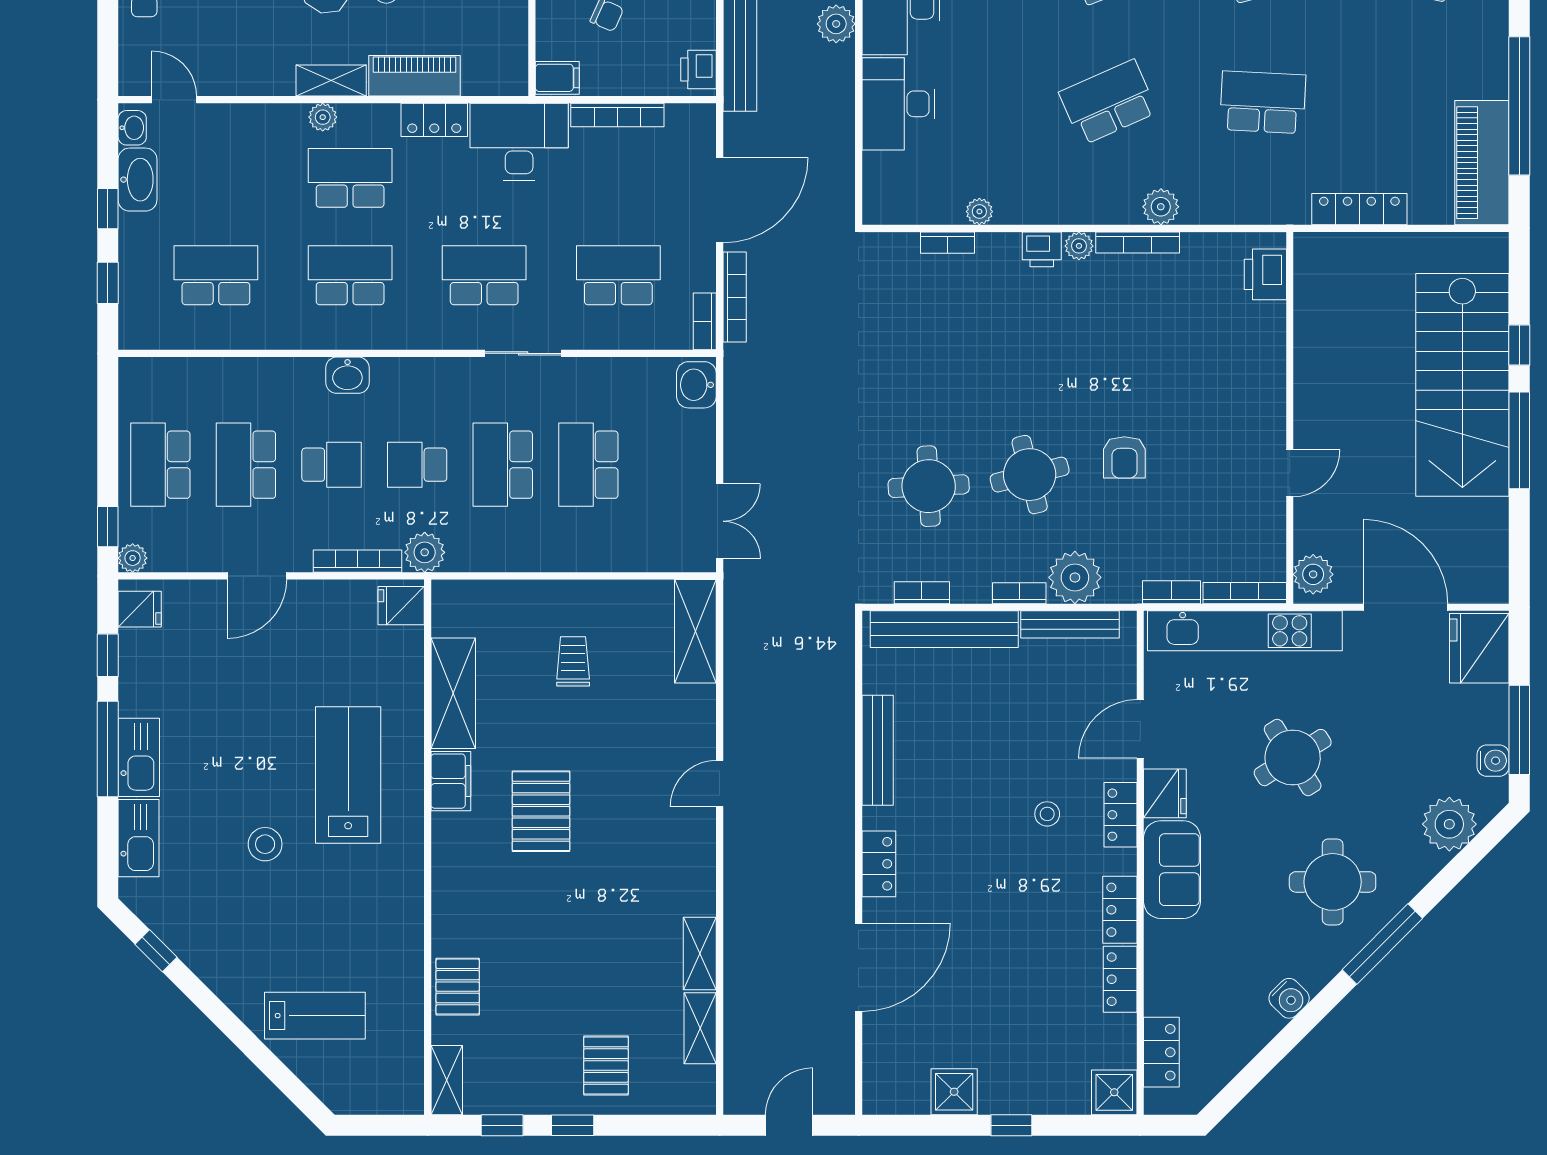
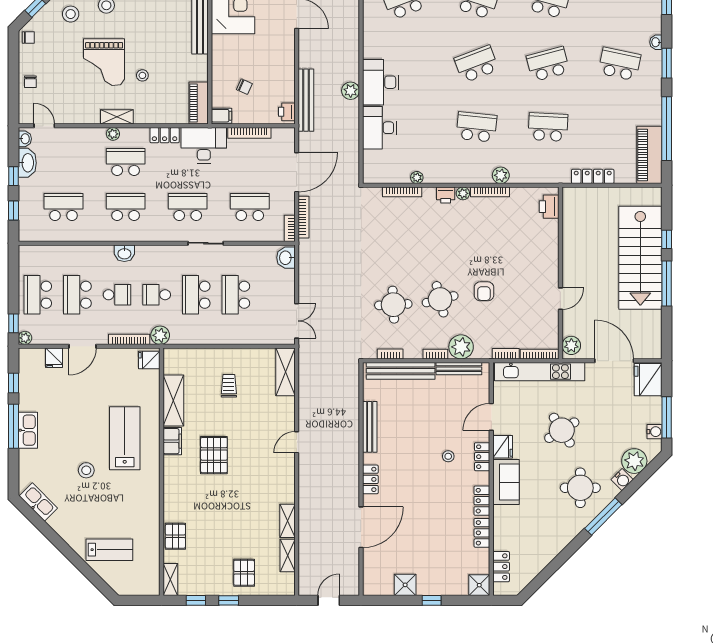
piano: (415, 76) -> (199, 103), moved, turned -90
school desk: (1108, 102) -> (476, 127), turned 30
bookcase: (947, 243) -> (402, 192), width x1.56
fridge: (140, 609) -> (54, 358), moved, turned 90
kitchen sink: (139, 838) -> (38, 502), moved, turned -45
window: (156, 951) -> (36, 520), removed
water cooler: (1289, 998) -> (622, 480), moved

